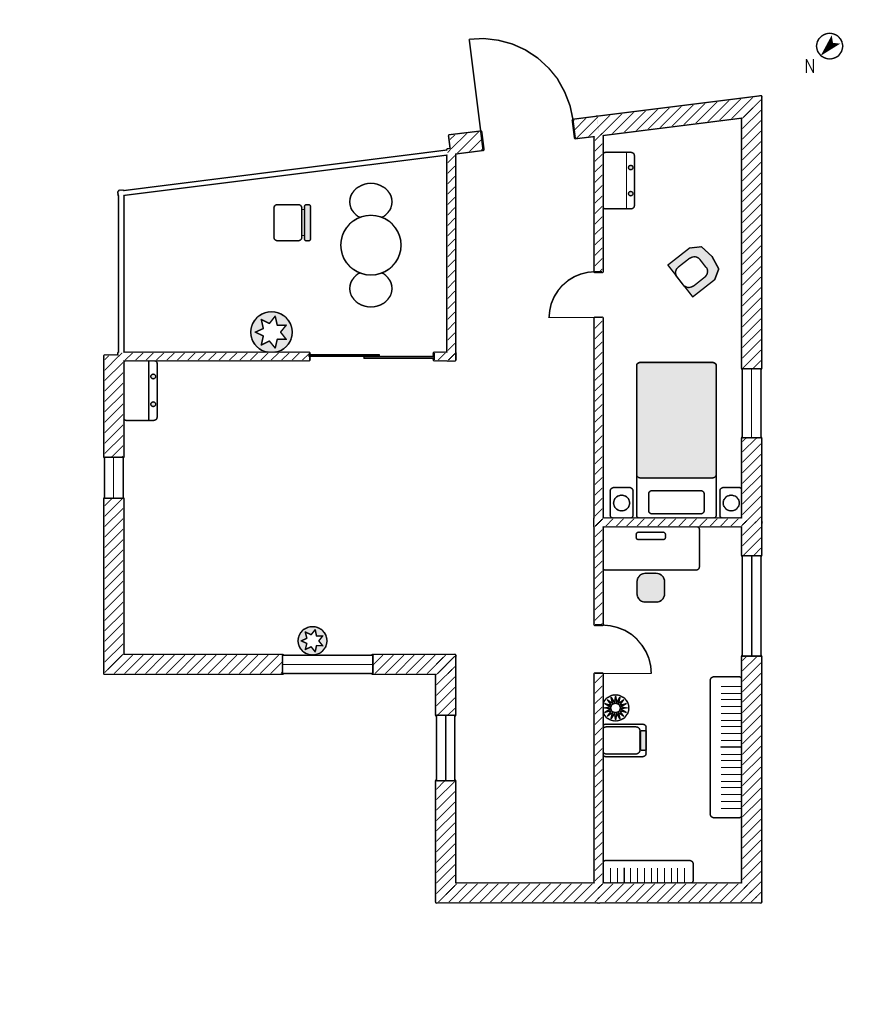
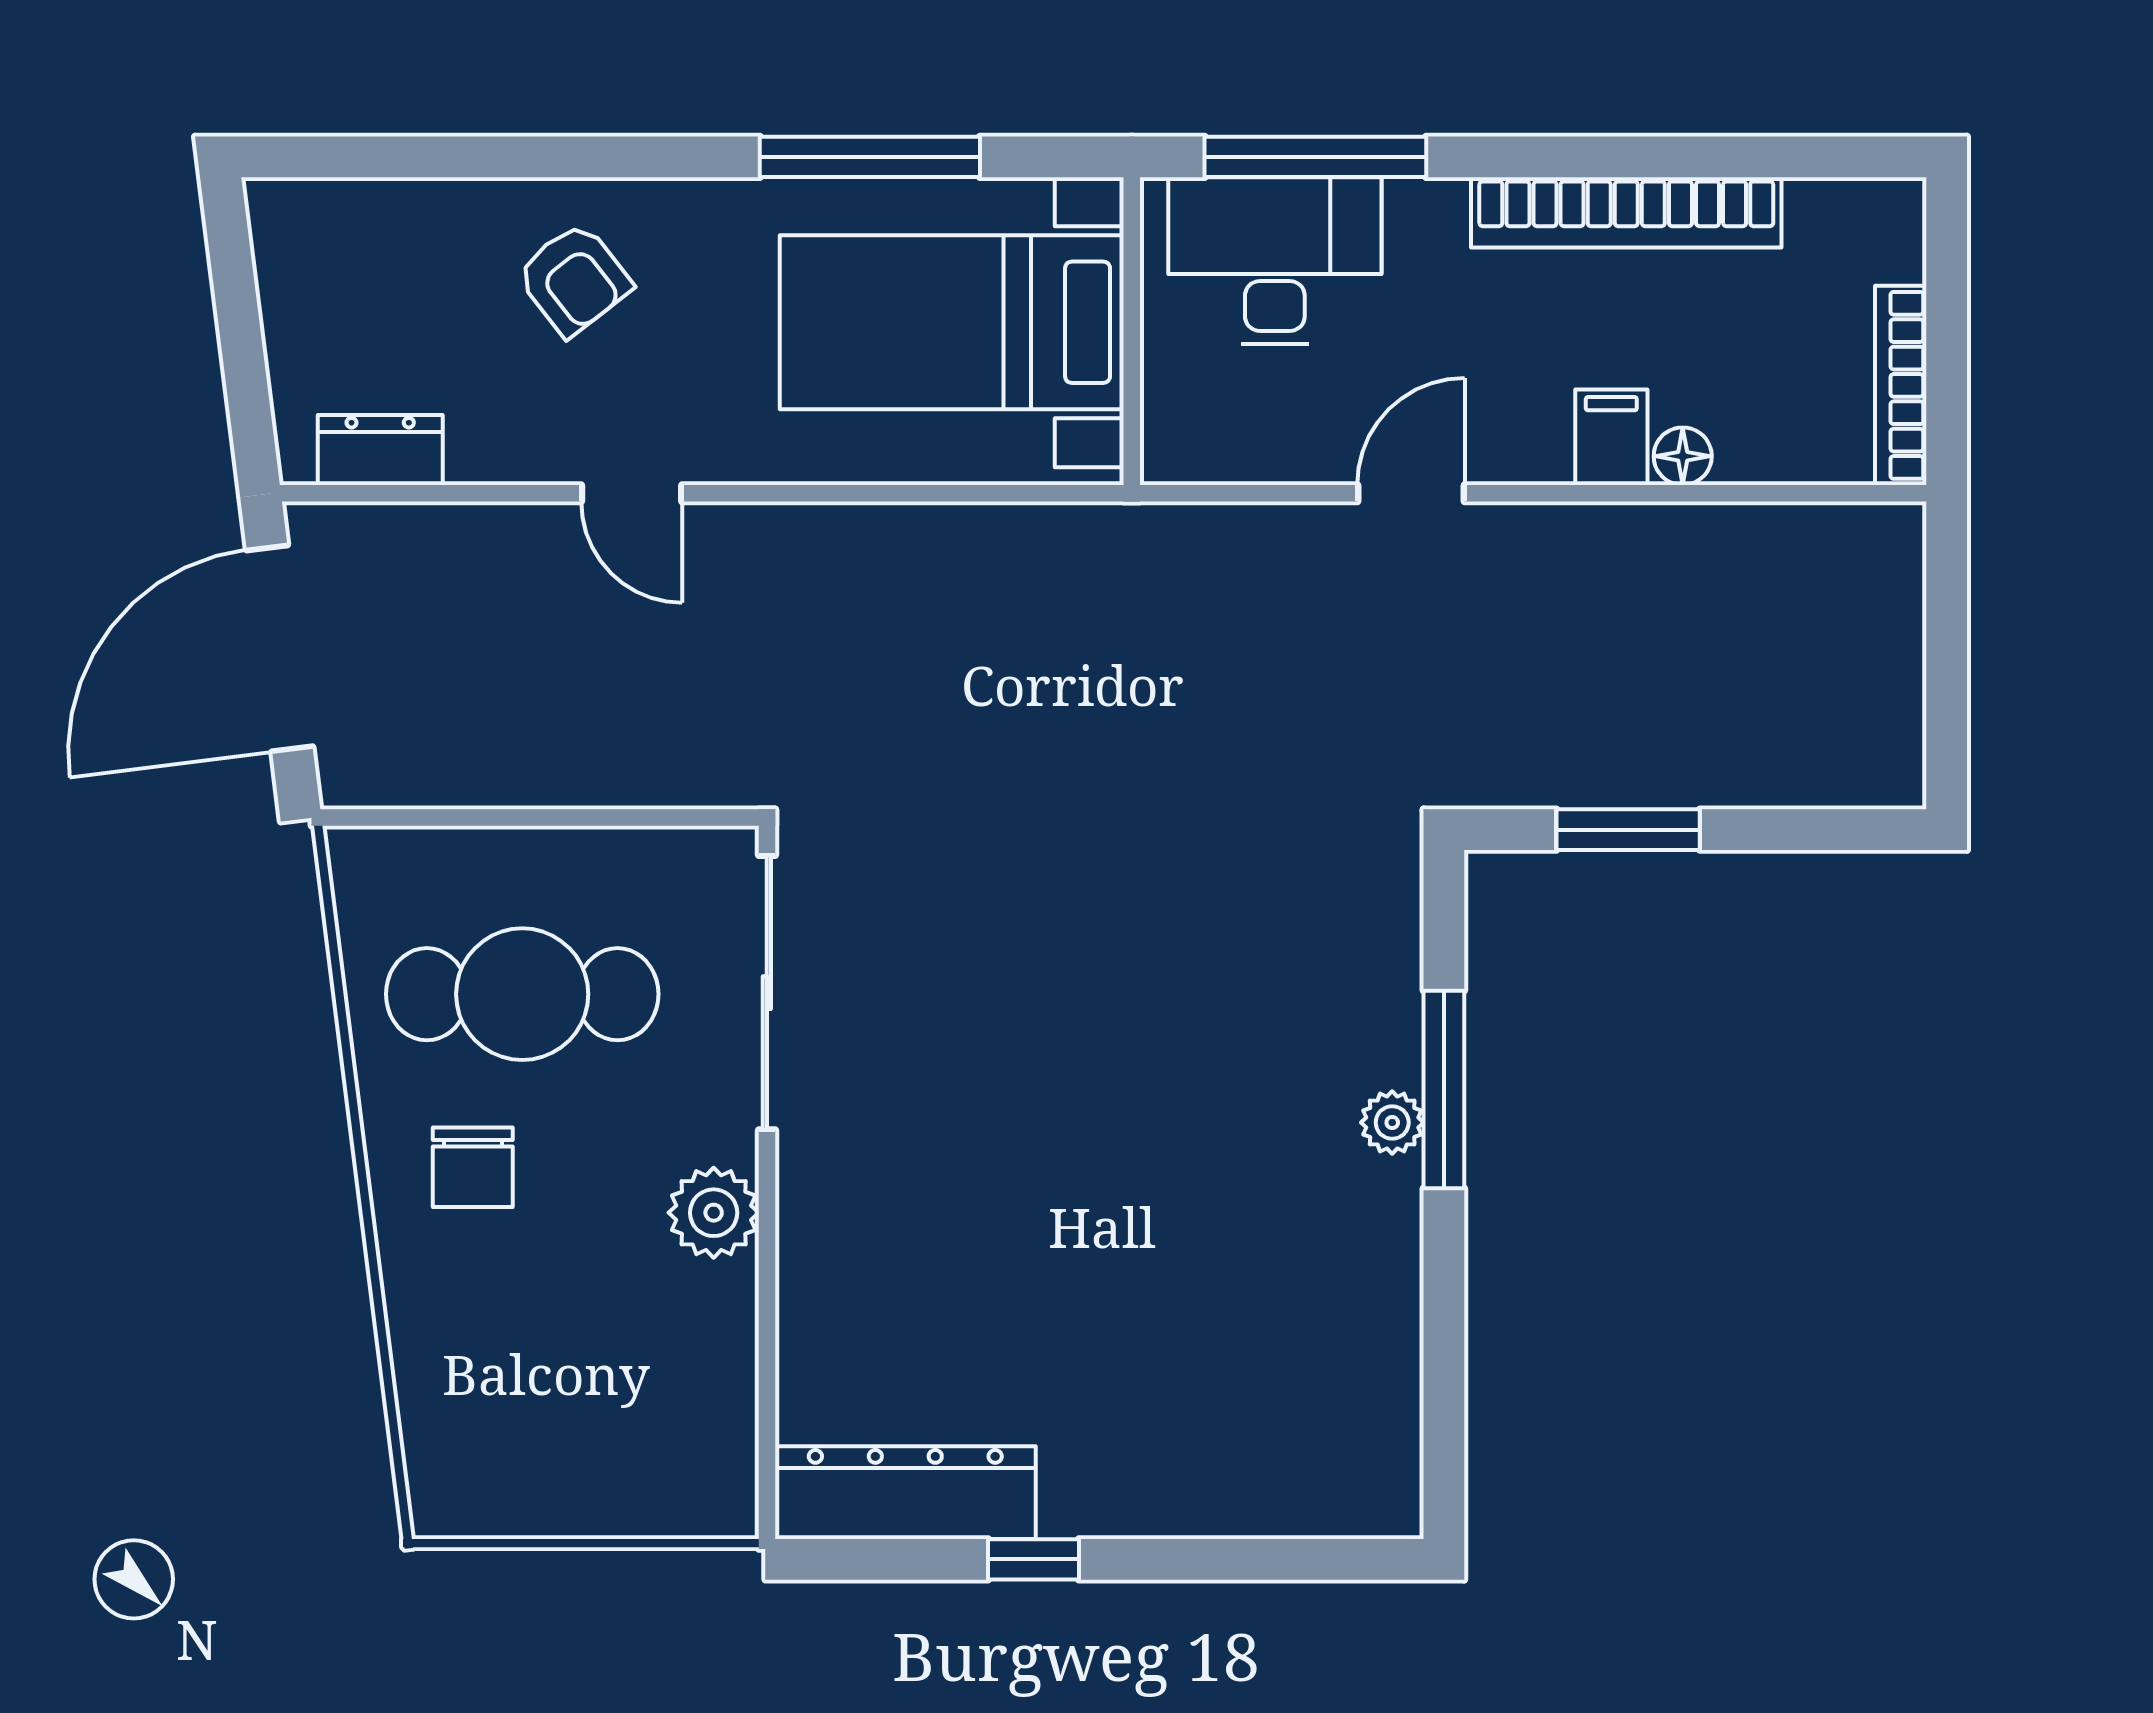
dresser: (140, 390) -> (905, 1493), width x1.96, depth x1.24
window: (752, 403) -> (870, 157), width x1.44
desk: (651, 564) -> (1275, 261), moved, turned 90
floor lamp: (616, 708) -> (1683, 456), moved

